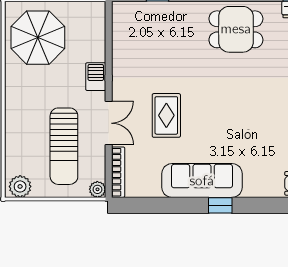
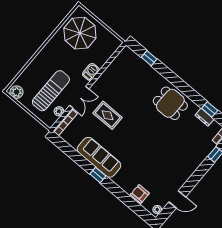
rug: (166, 115) -> (108, 115), turned 90
sun lounger: (64, 146) -> (51, 91), turned 180
plant: (97, 189) -> (59, 111), moved

